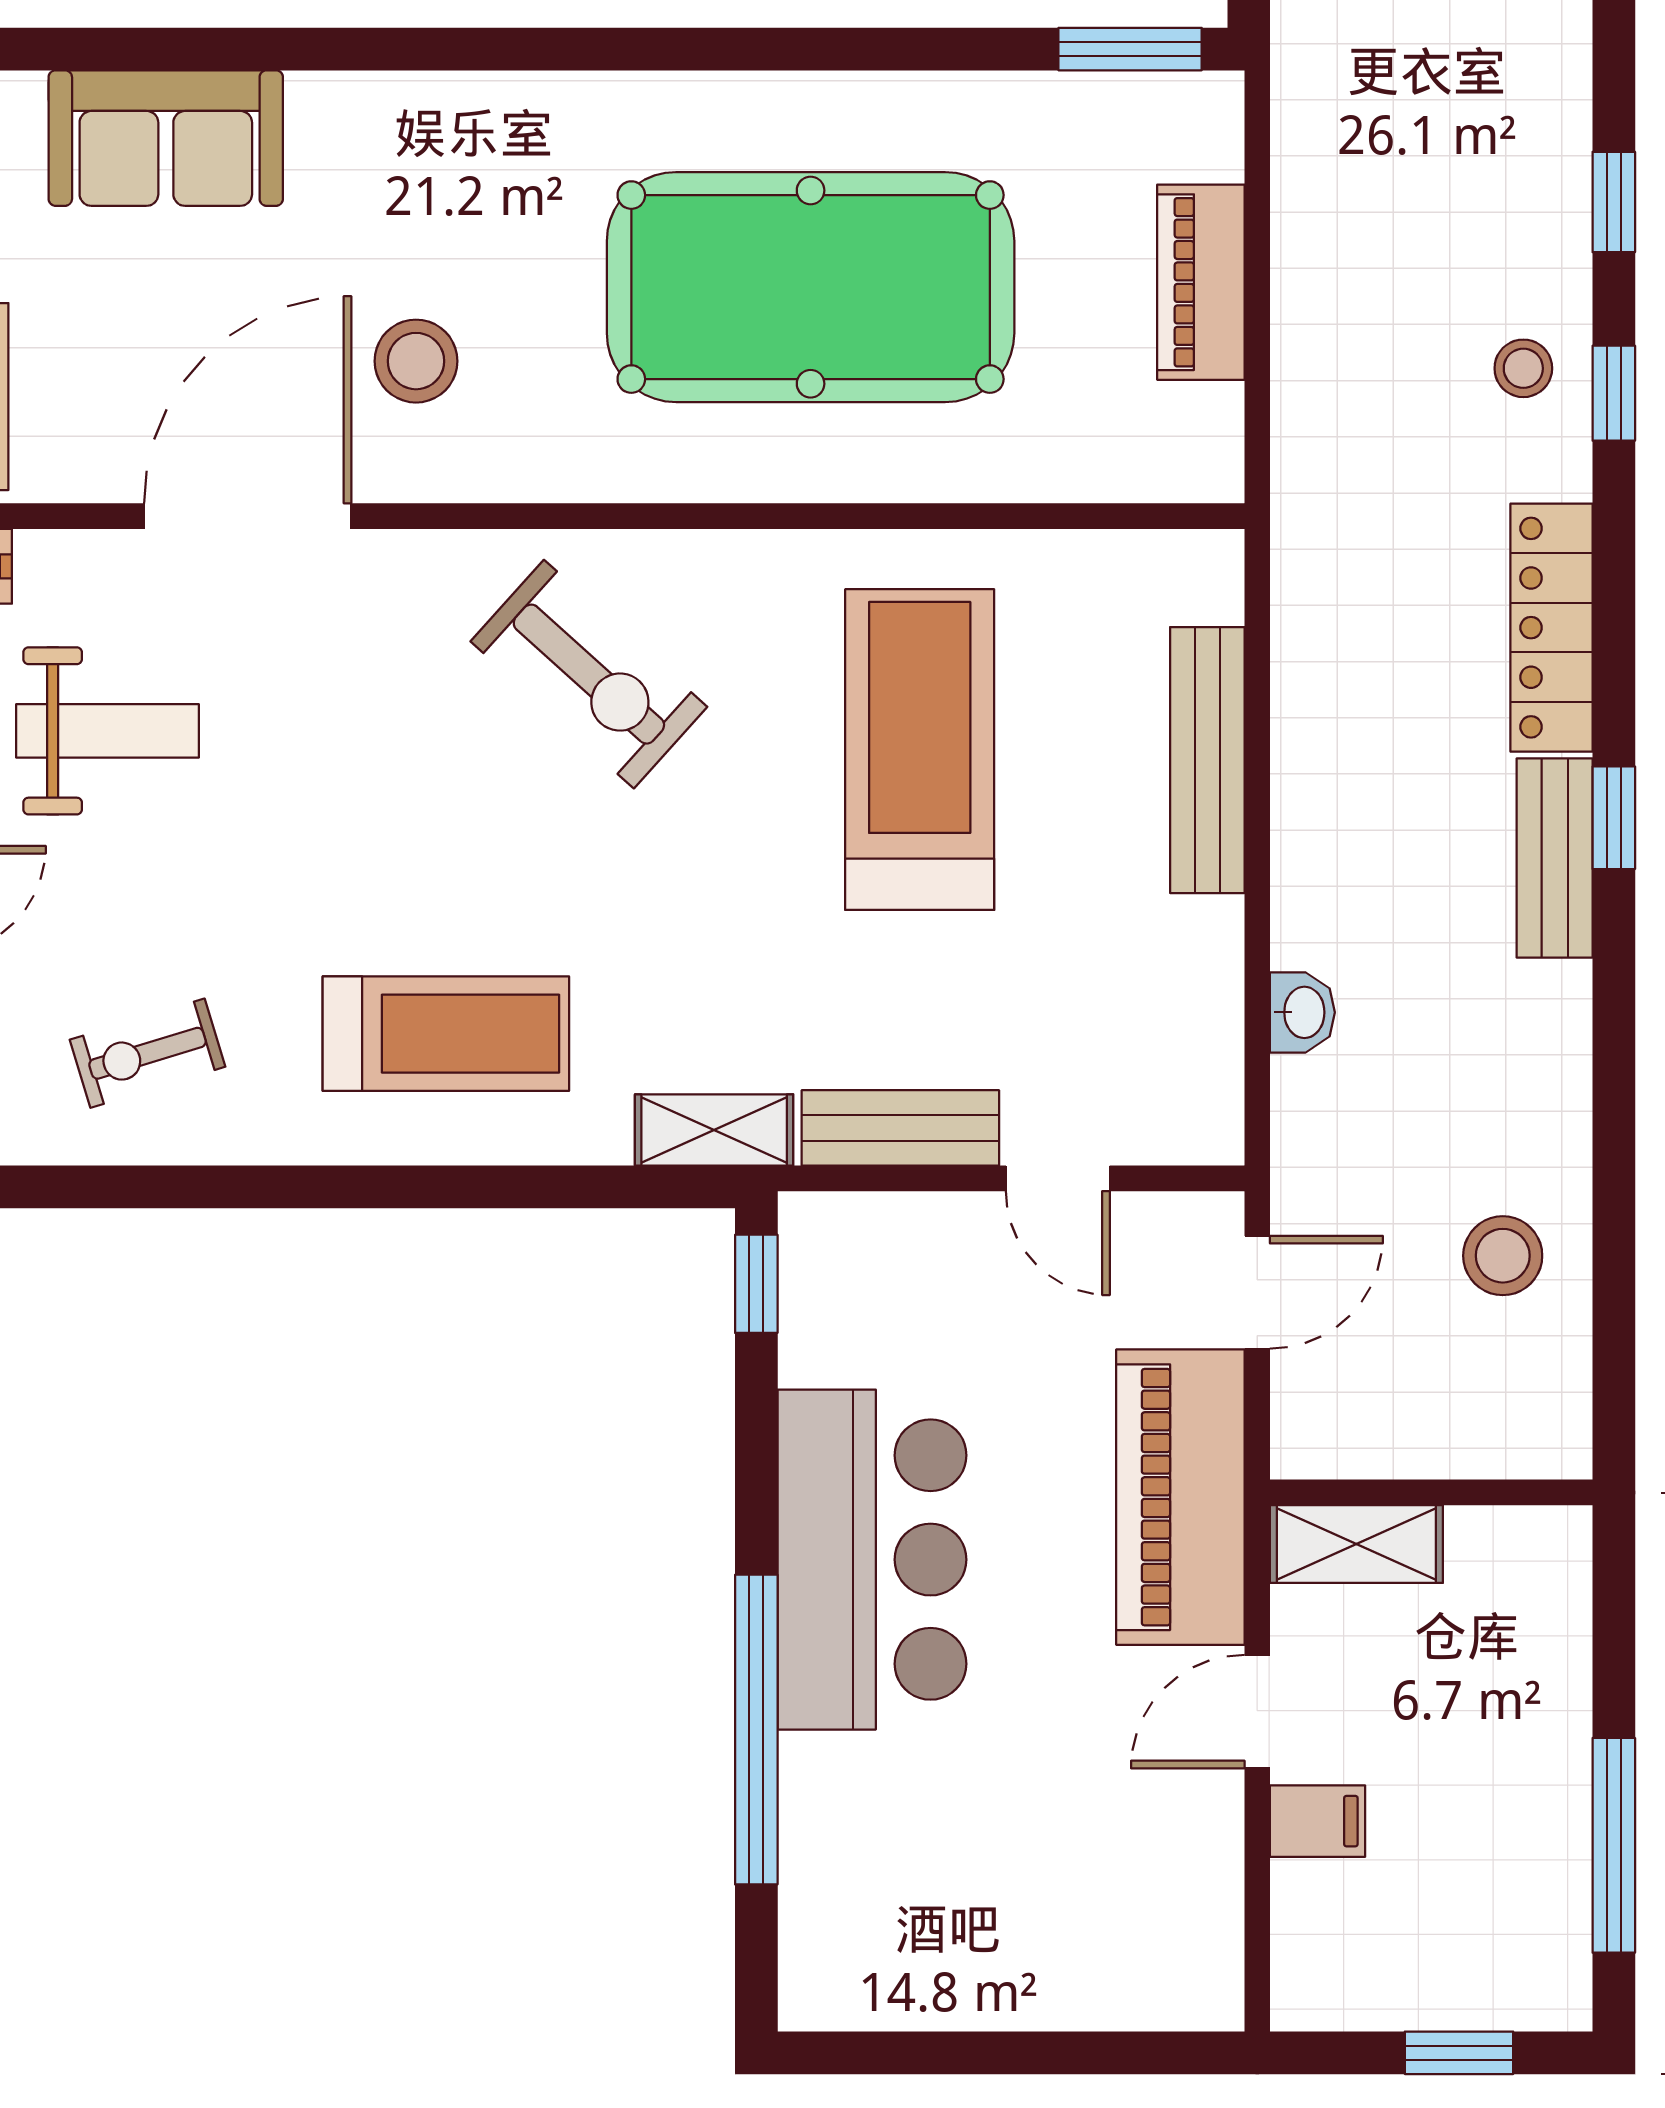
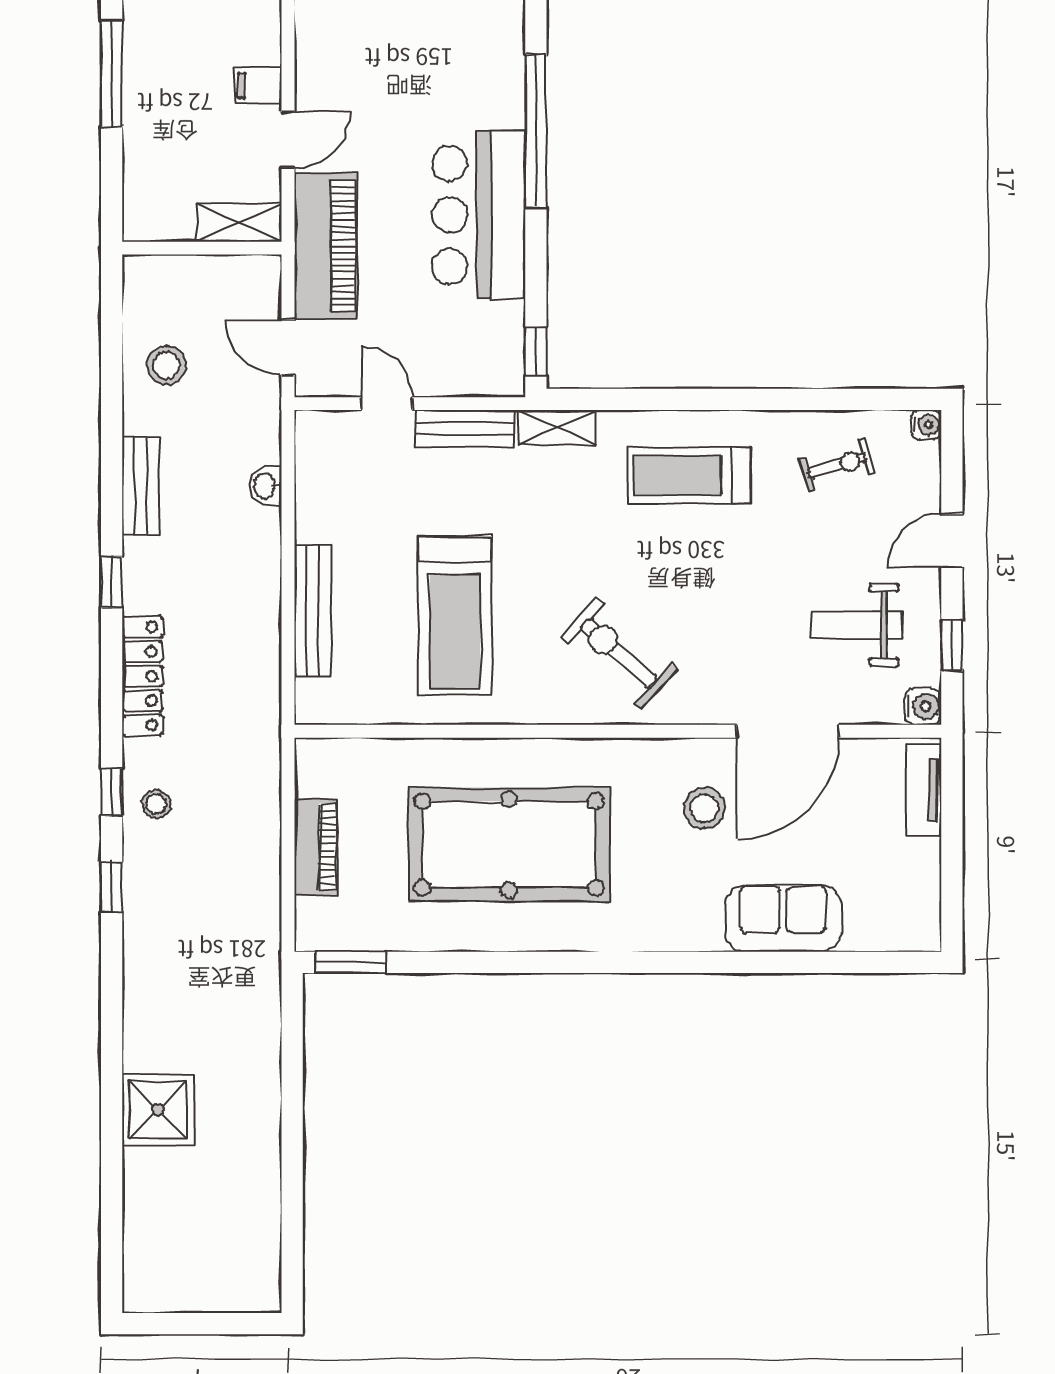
sofa: (166, 138) -> (783, 918), moved
bench: (1555, 858) -> (141, 486), moved
door: (1257, 1292) -> (288, 347), hinge flipped

